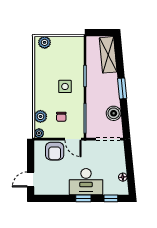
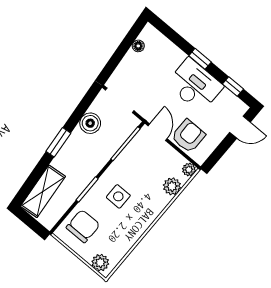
chair: (61, 117) -> (83, 226), moved, width x1.87, depth x1.87
desk: (86, 182) -> (195, 85), moved
window: (111, 198) -> (233, 87), moved

